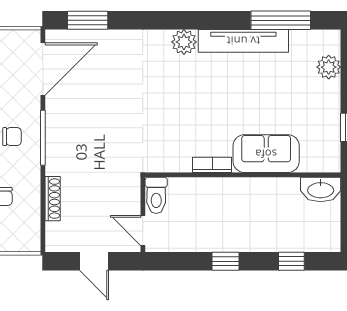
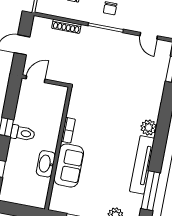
door: (43, 69) -> (149, 36), width x0.53
washbasin: (321, 189) -> (46, 164), moved
toilet: (156, 195) -> (23, 133), moved, turned 180

